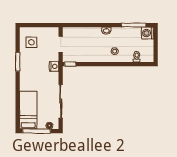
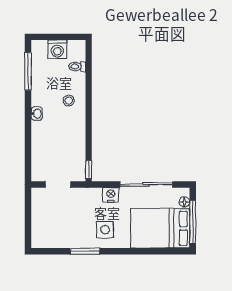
washing machine: (148, 33) -> (57, 49), moved
side table: (31, 42) -> (105, 230), moved
nightstand: (54, 66) -> (111, 195), moved
bed: (28, 110) -> (160, 228), width x1.50

